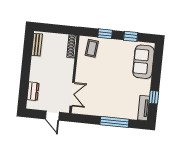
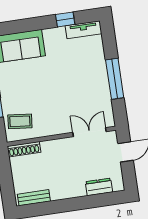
window: (114, 122) -> (115, 79), moved

